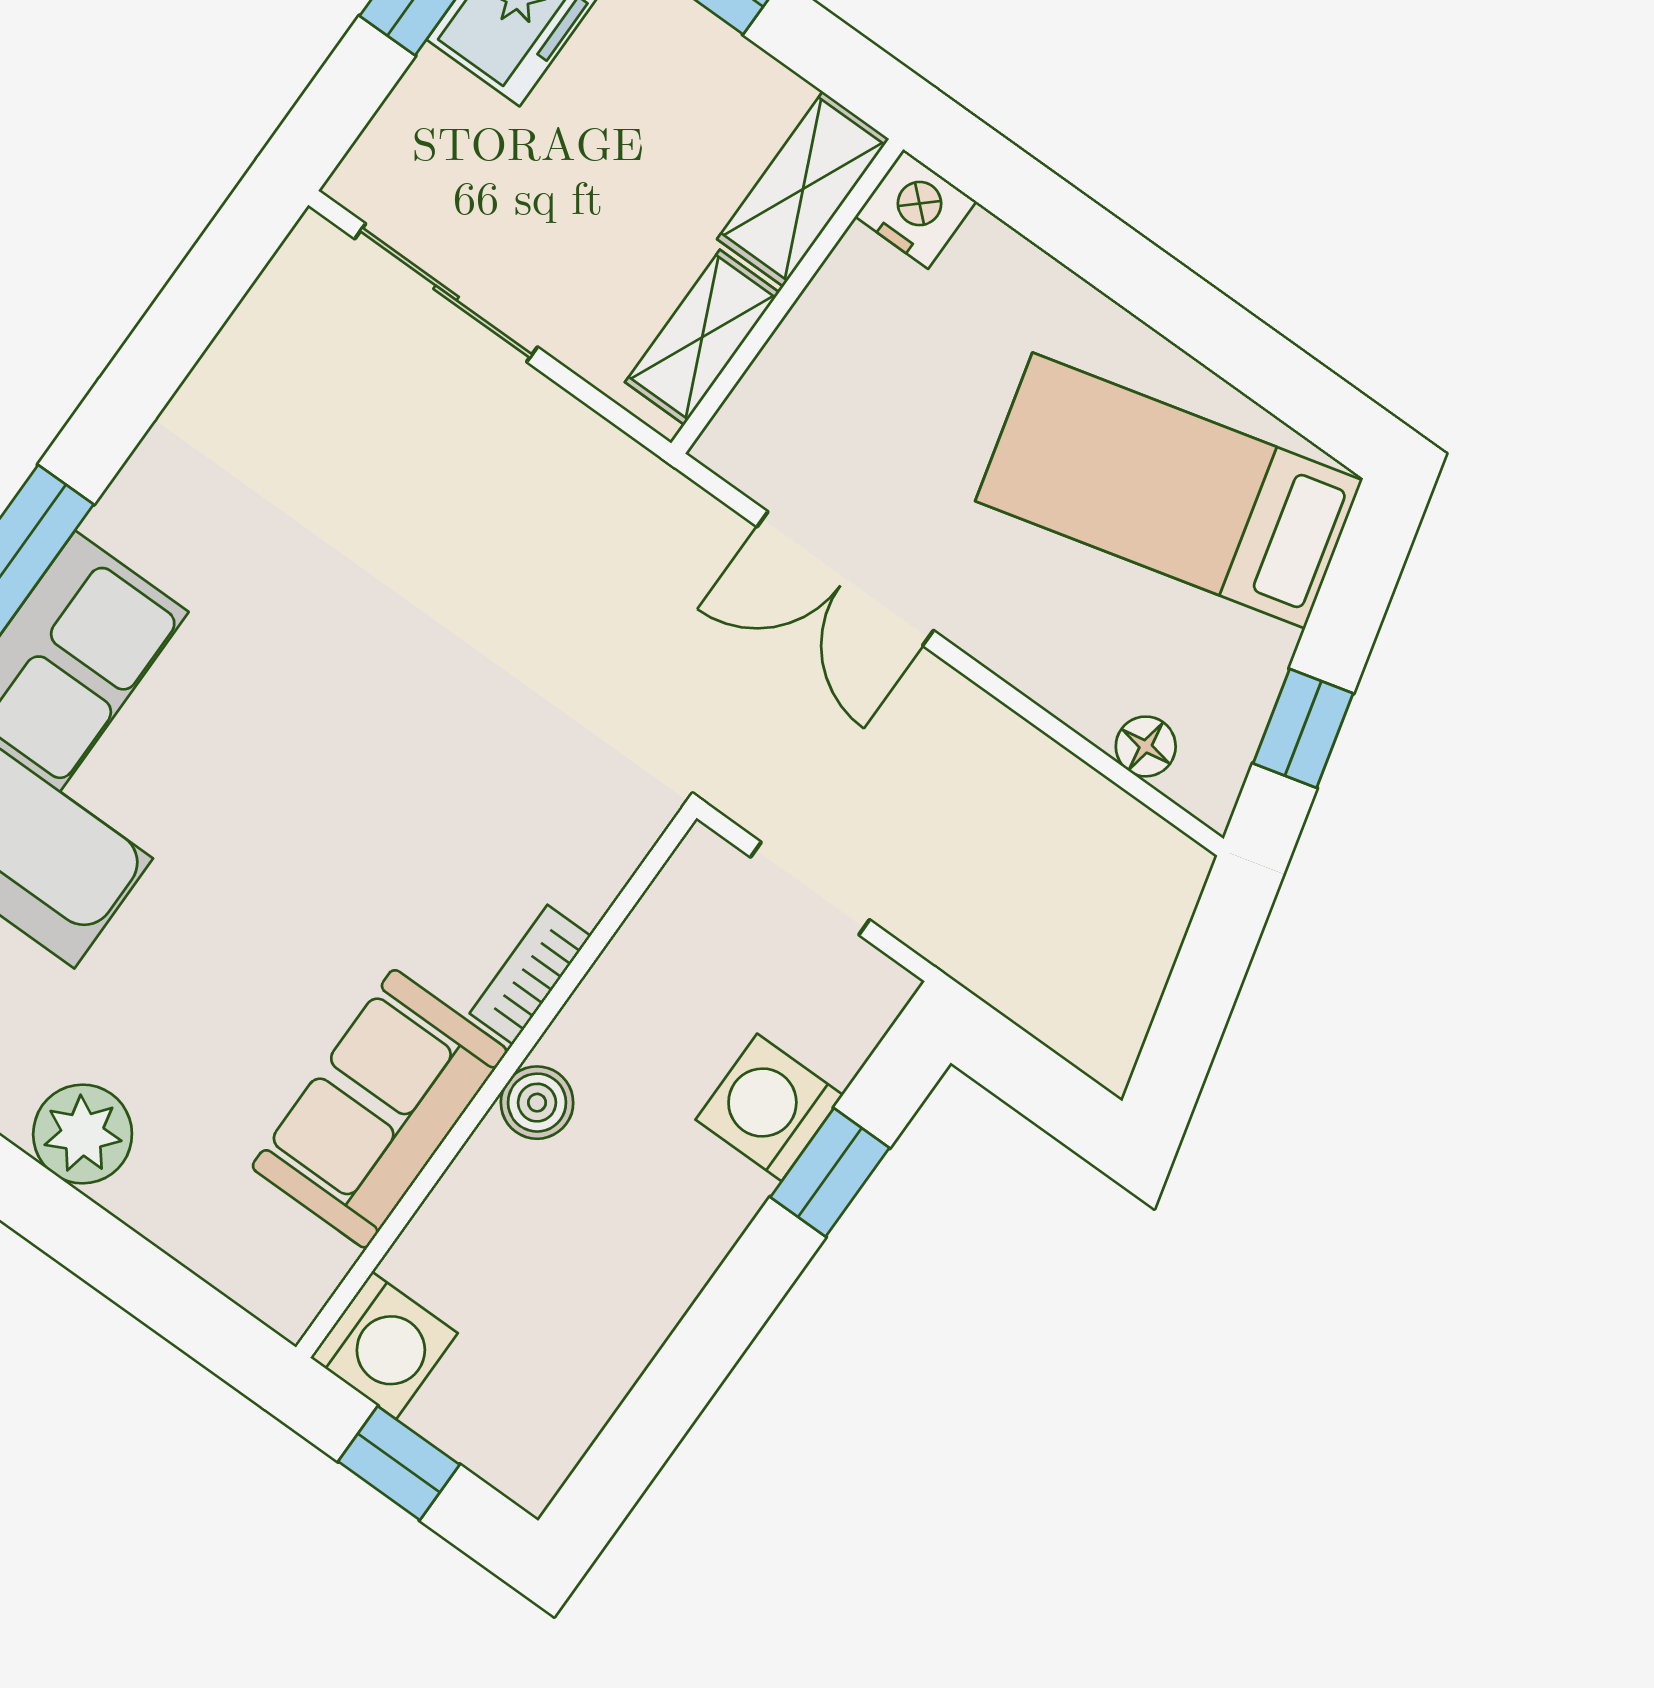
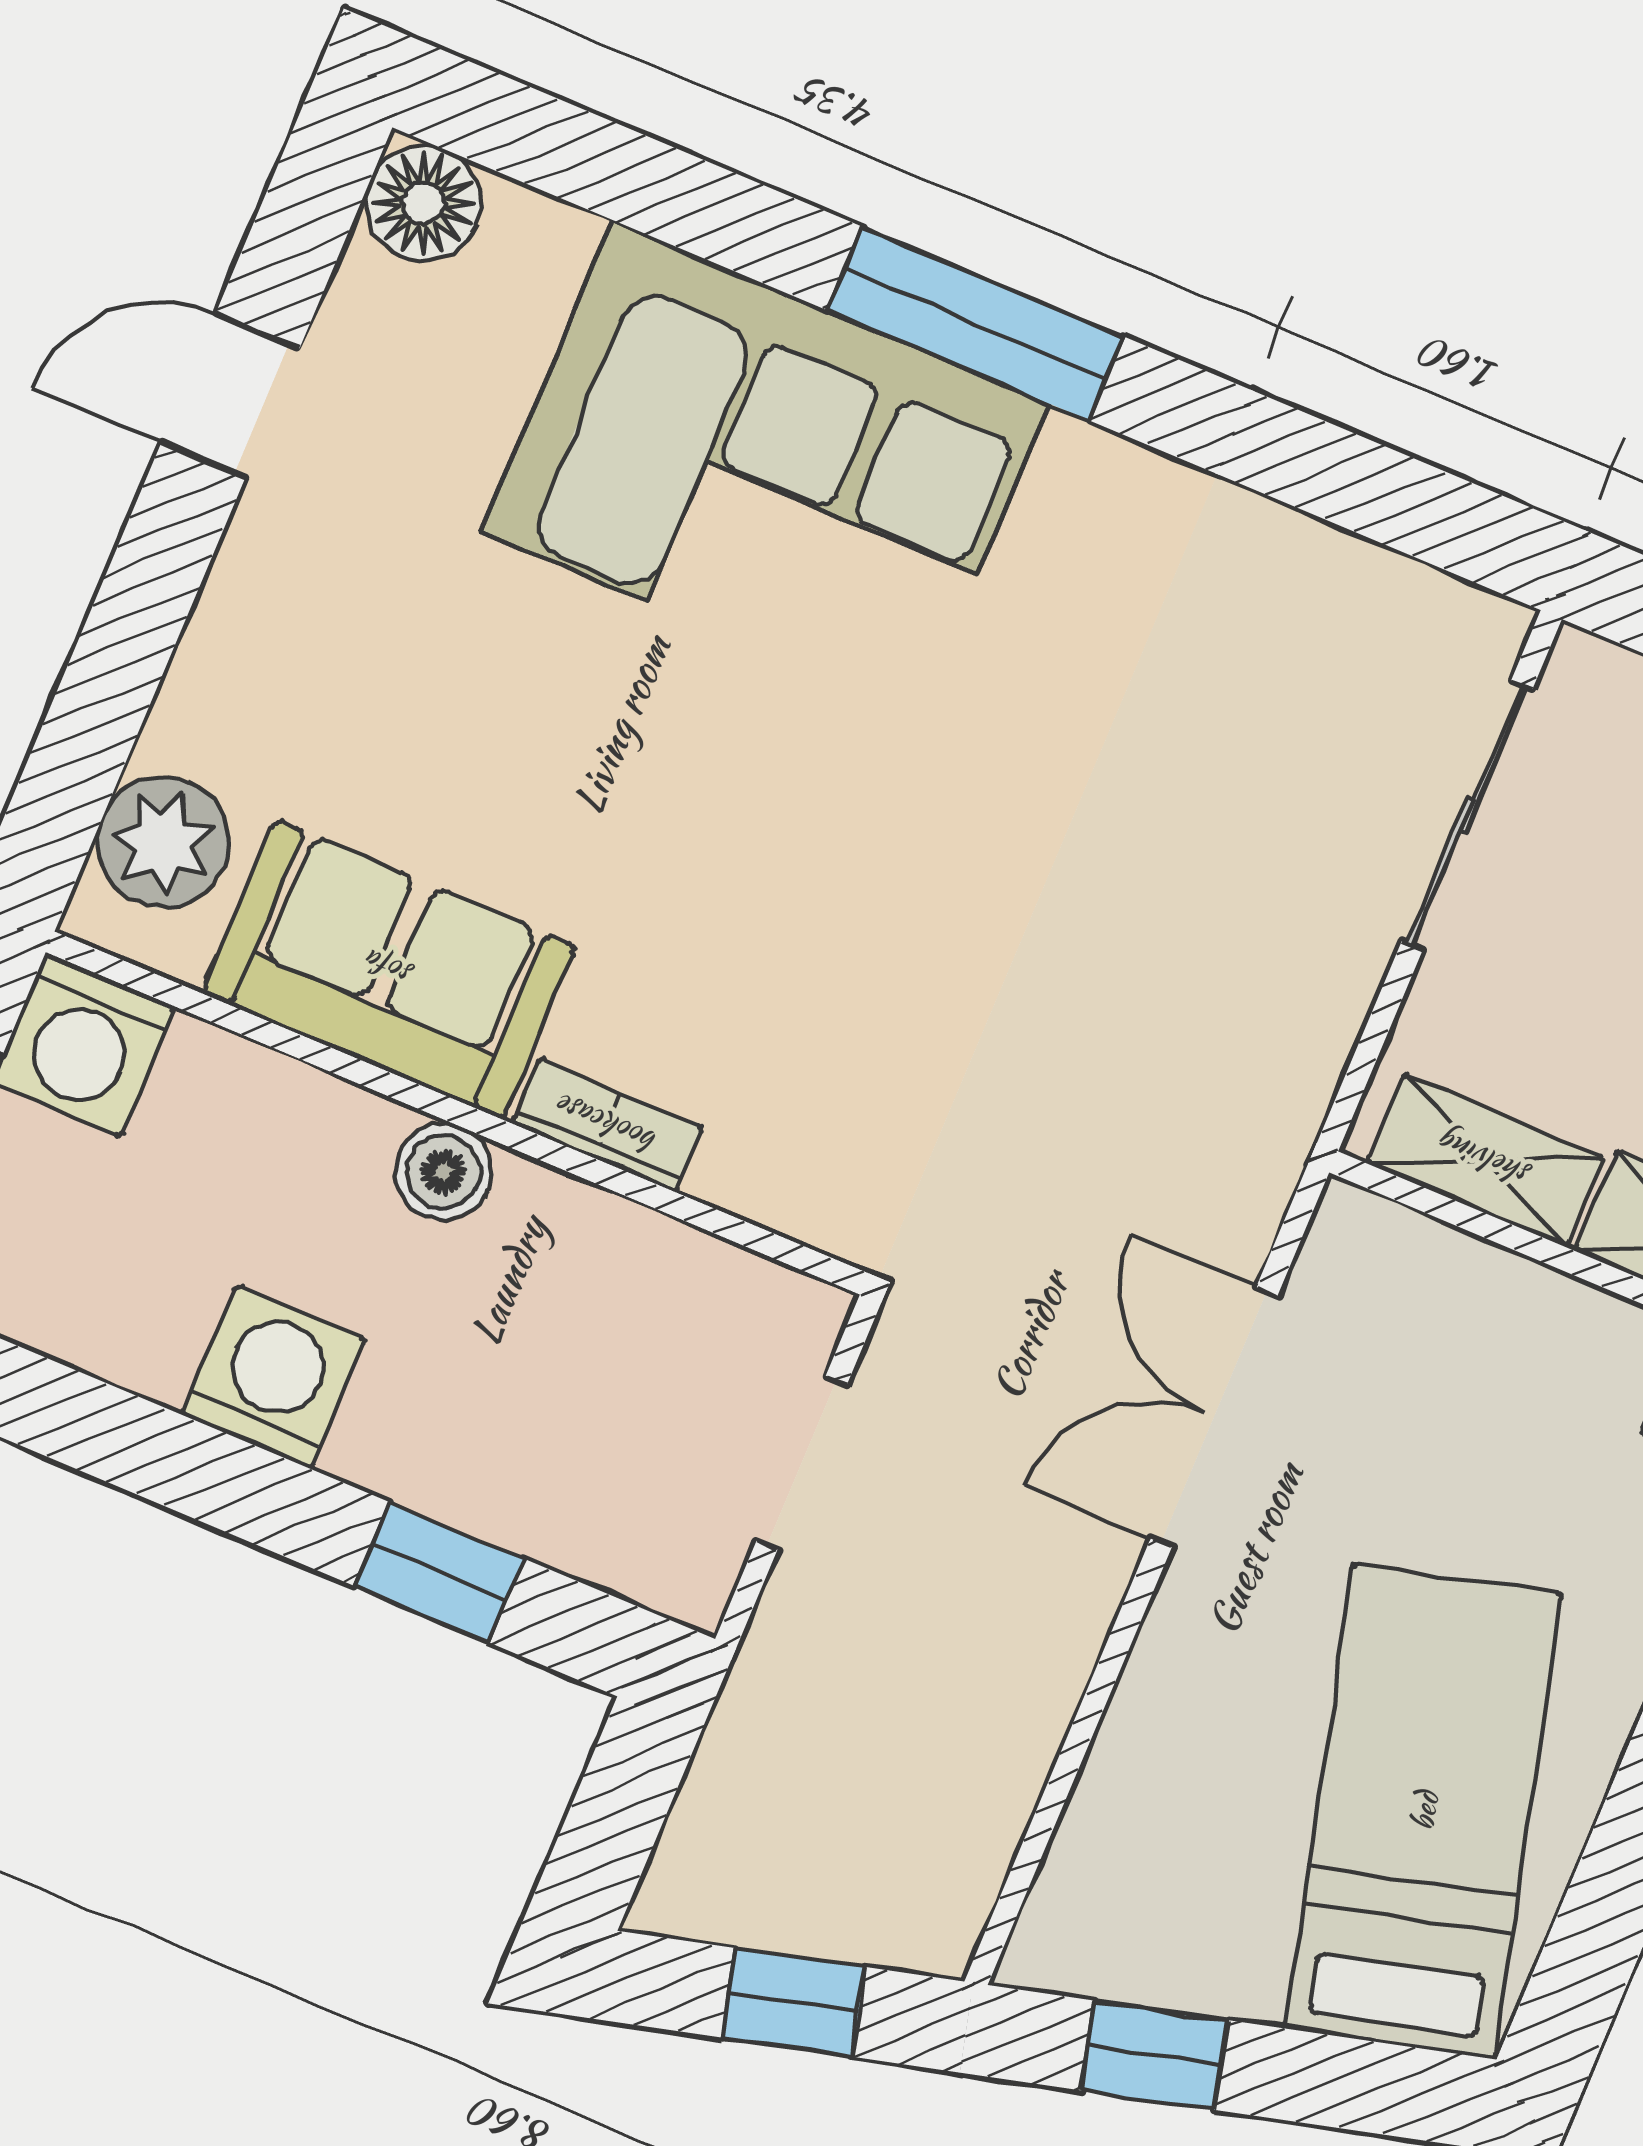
floor lamp: (1146, 746) -> (1085, 1856), removed
window: (1204, 984) -> (794, 2002), added
washing machine: (769, 1107) -> (273, 1377), moved
plant: (83, 1134) -> (163, 842), moved

